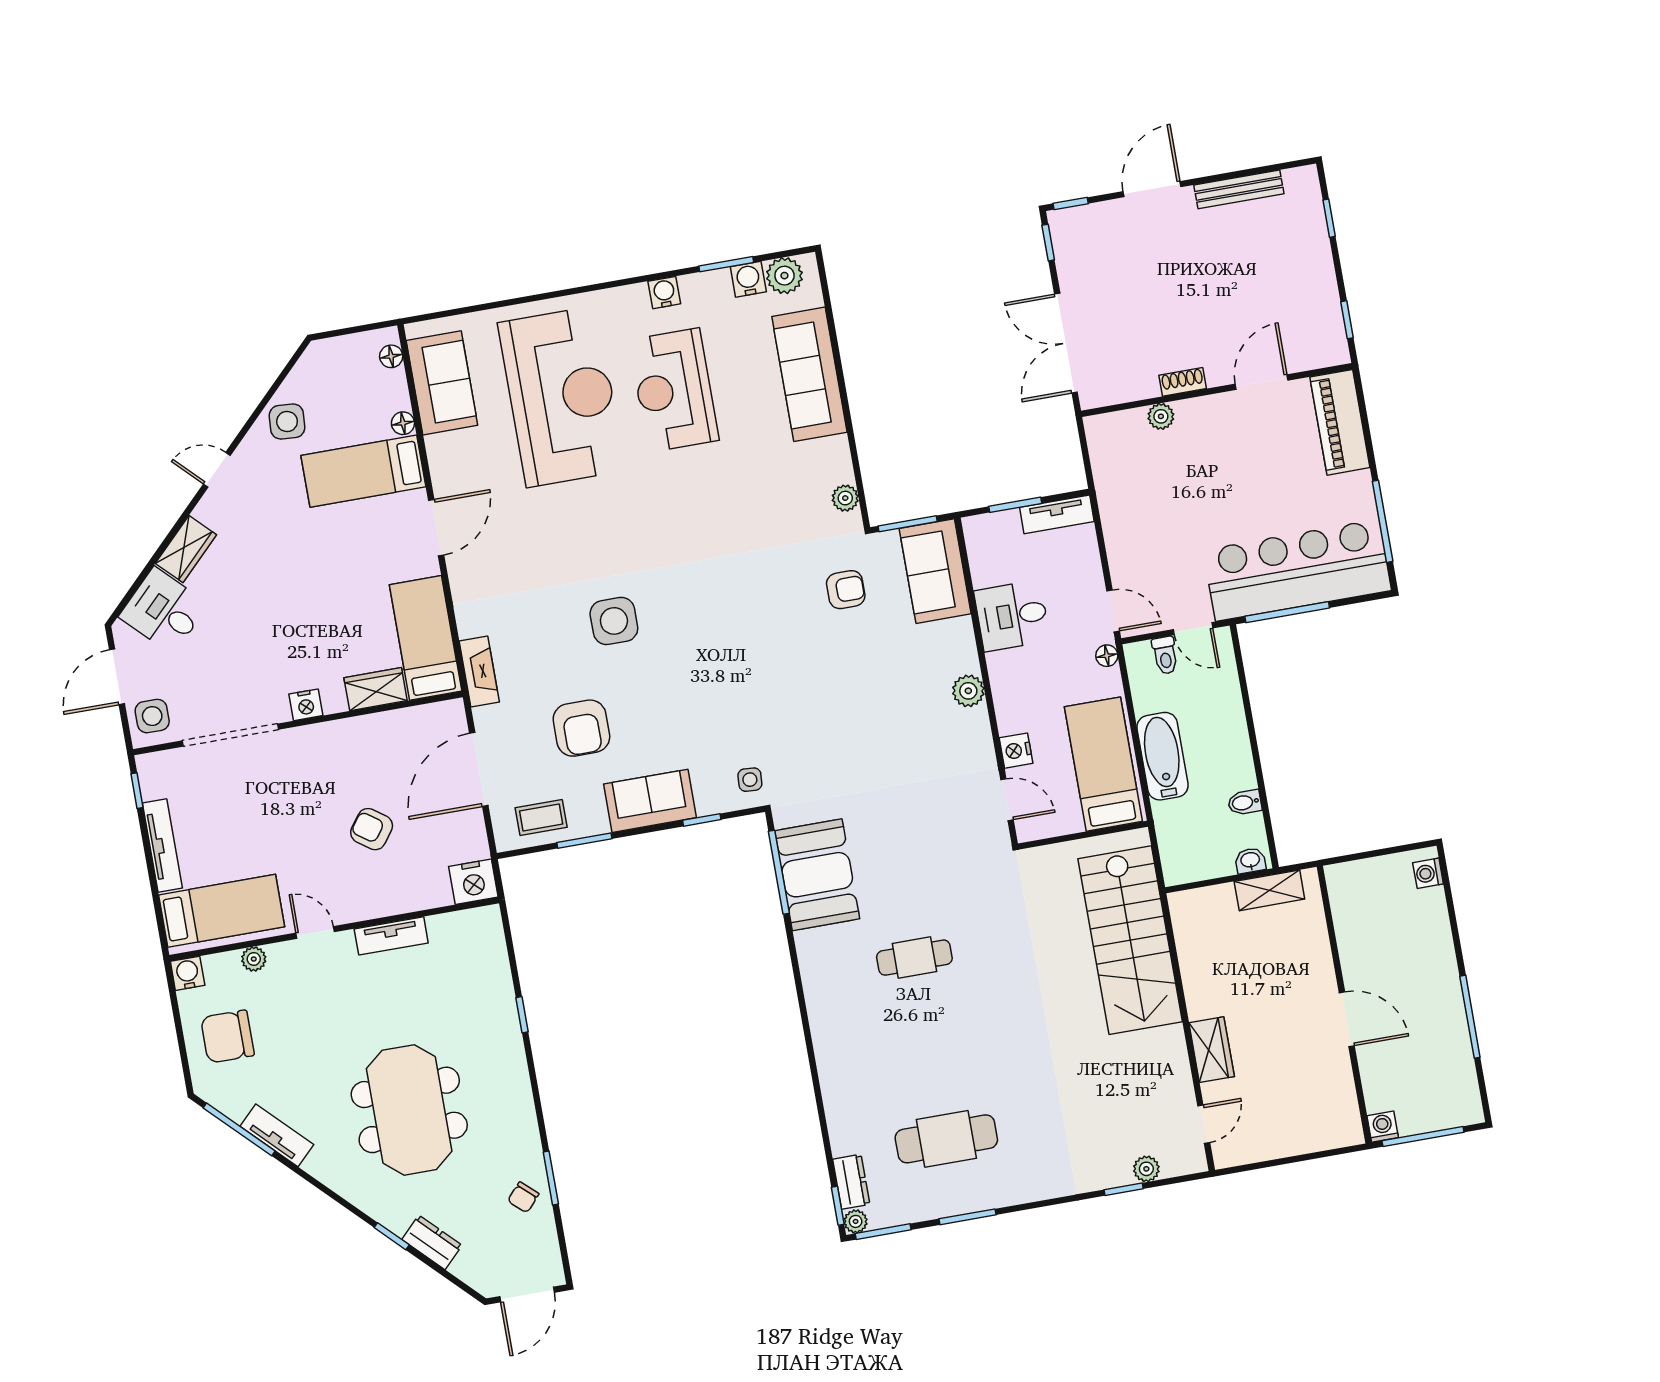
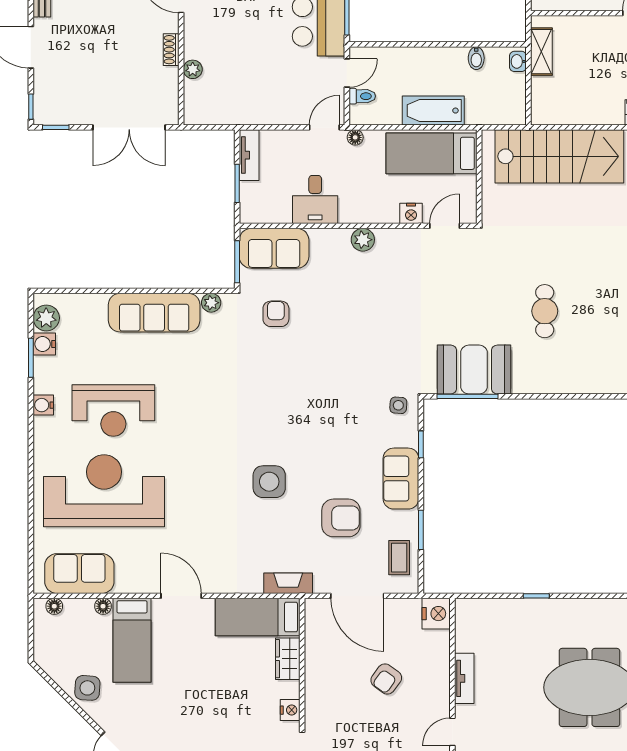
sofa: (809, 374) -> (154, 313), moved

